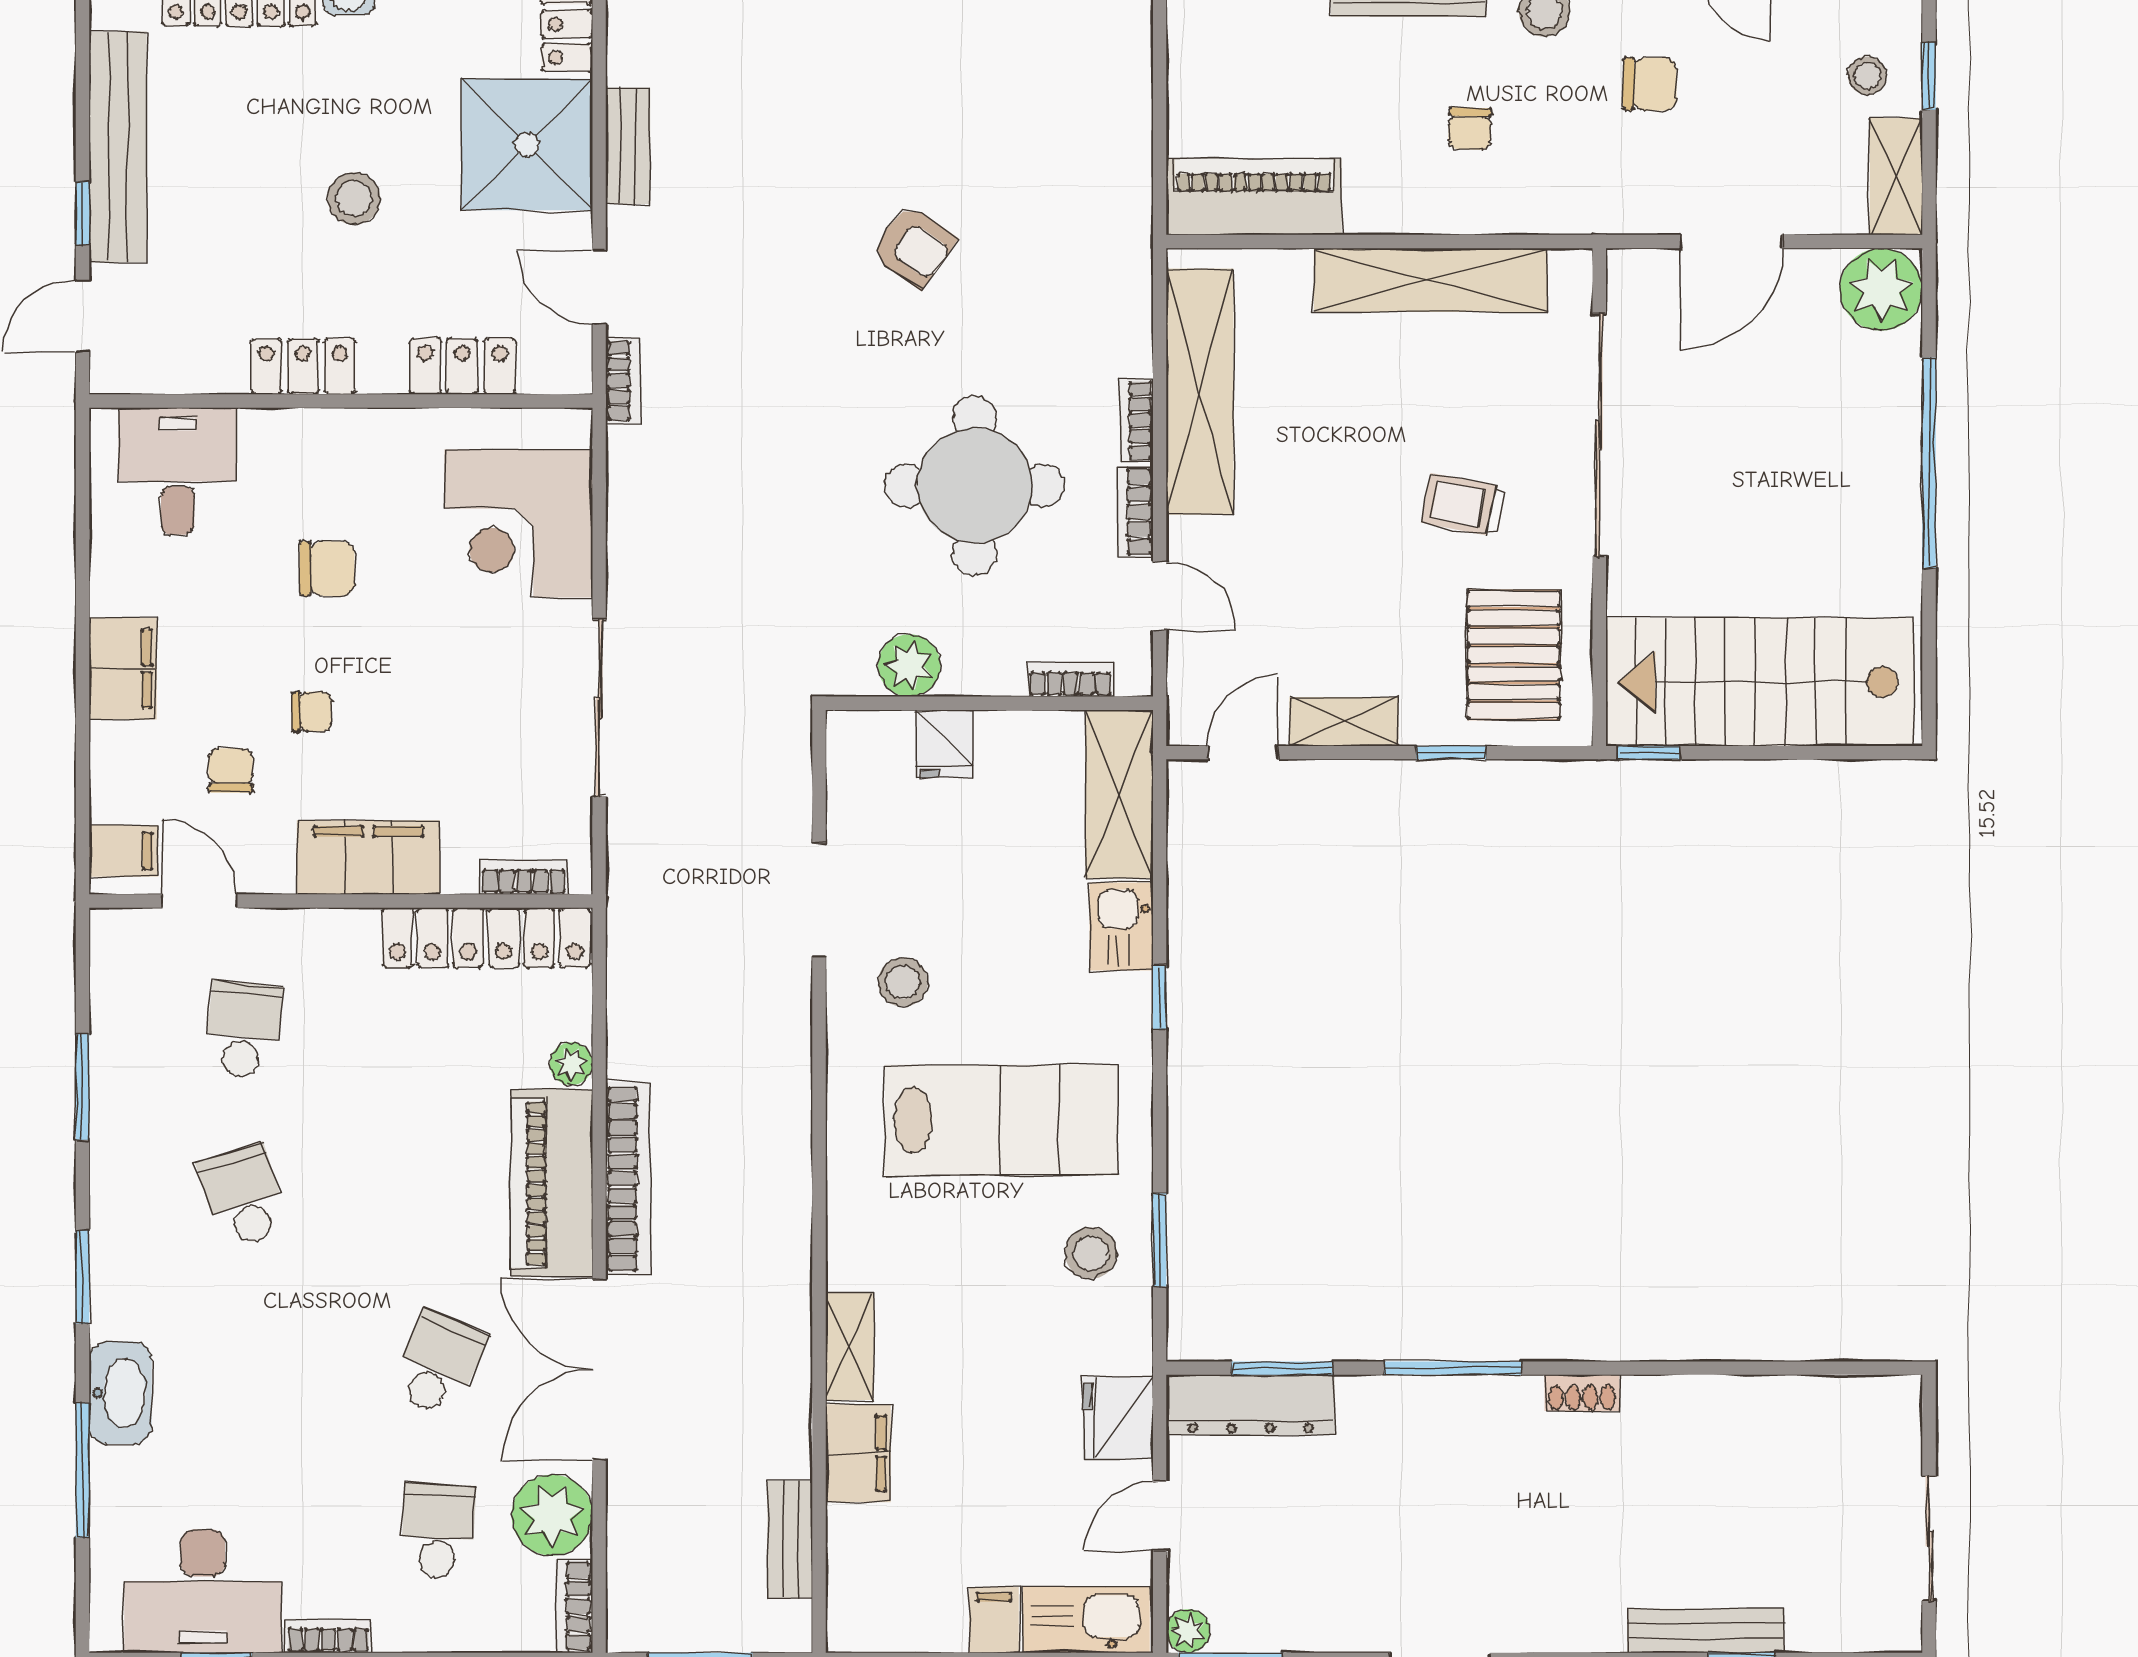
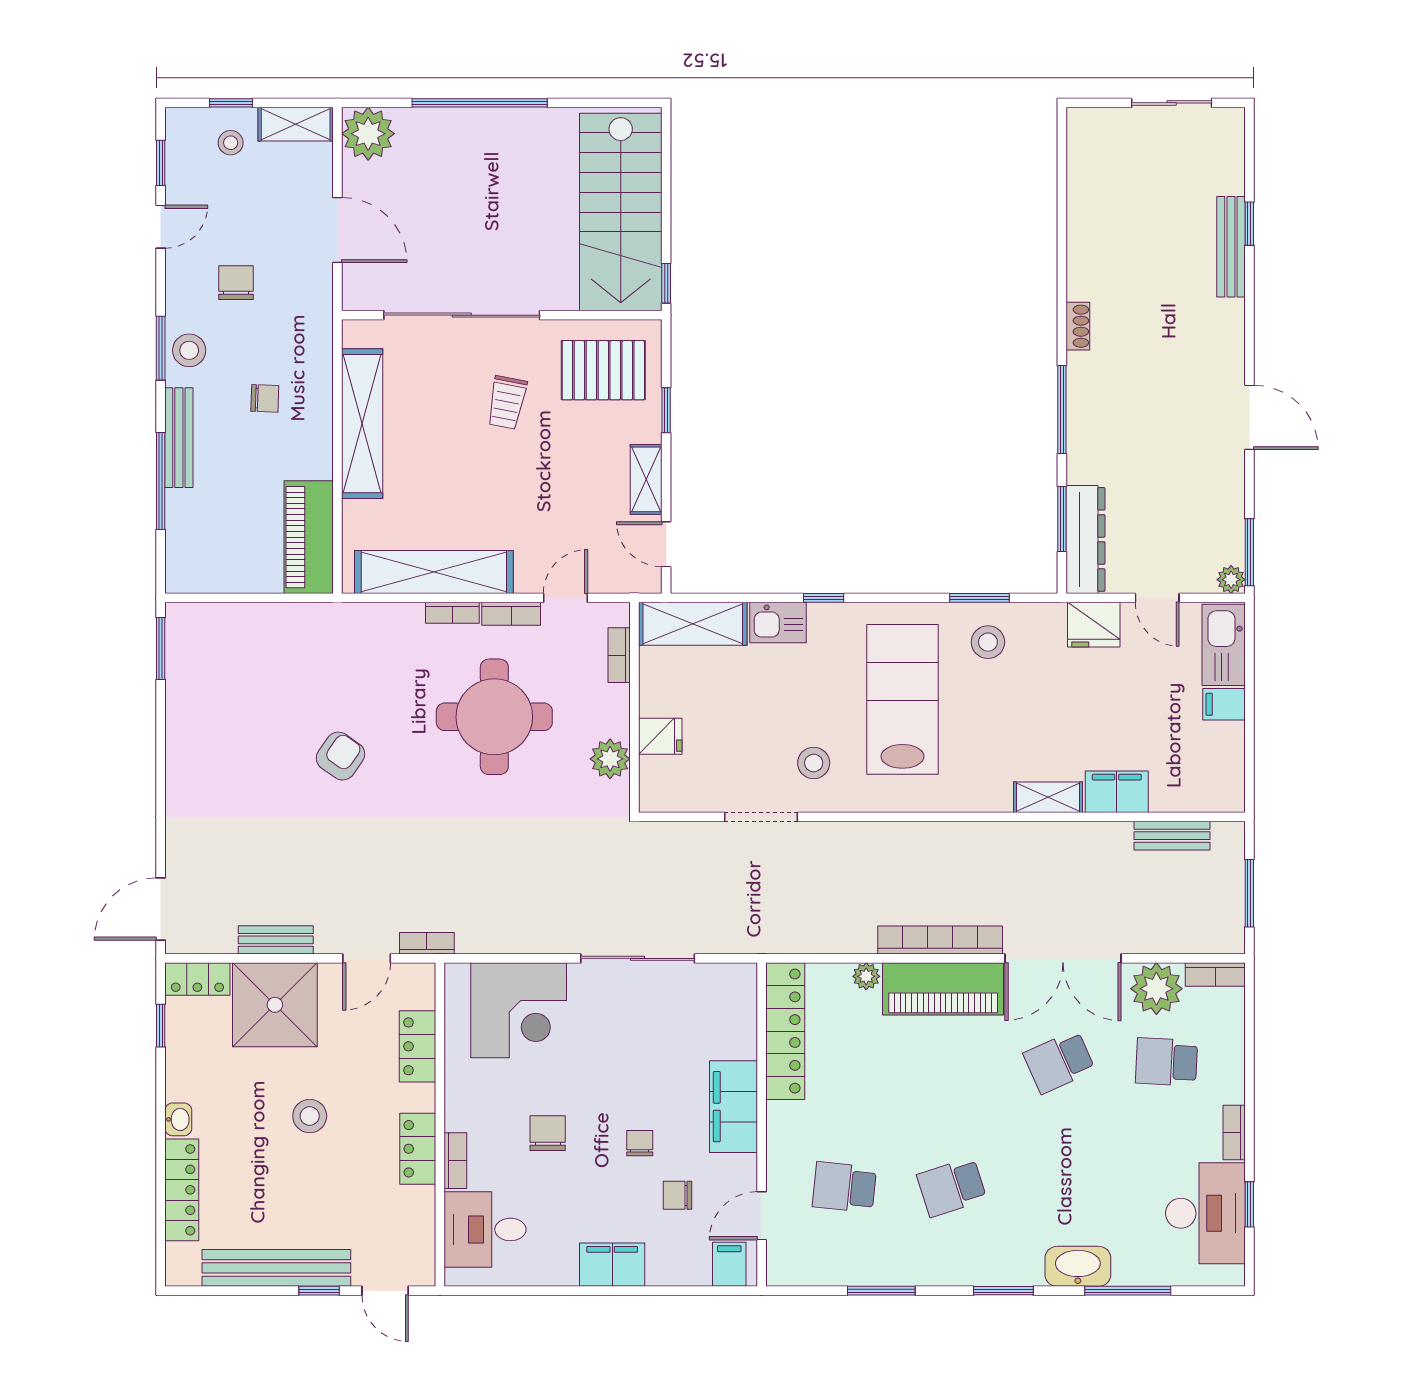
bookcase: (524, 877) -> (455, 1161), moved, turned 180
school desk: (438, 1364) -> (1059, 1062), turned -48

